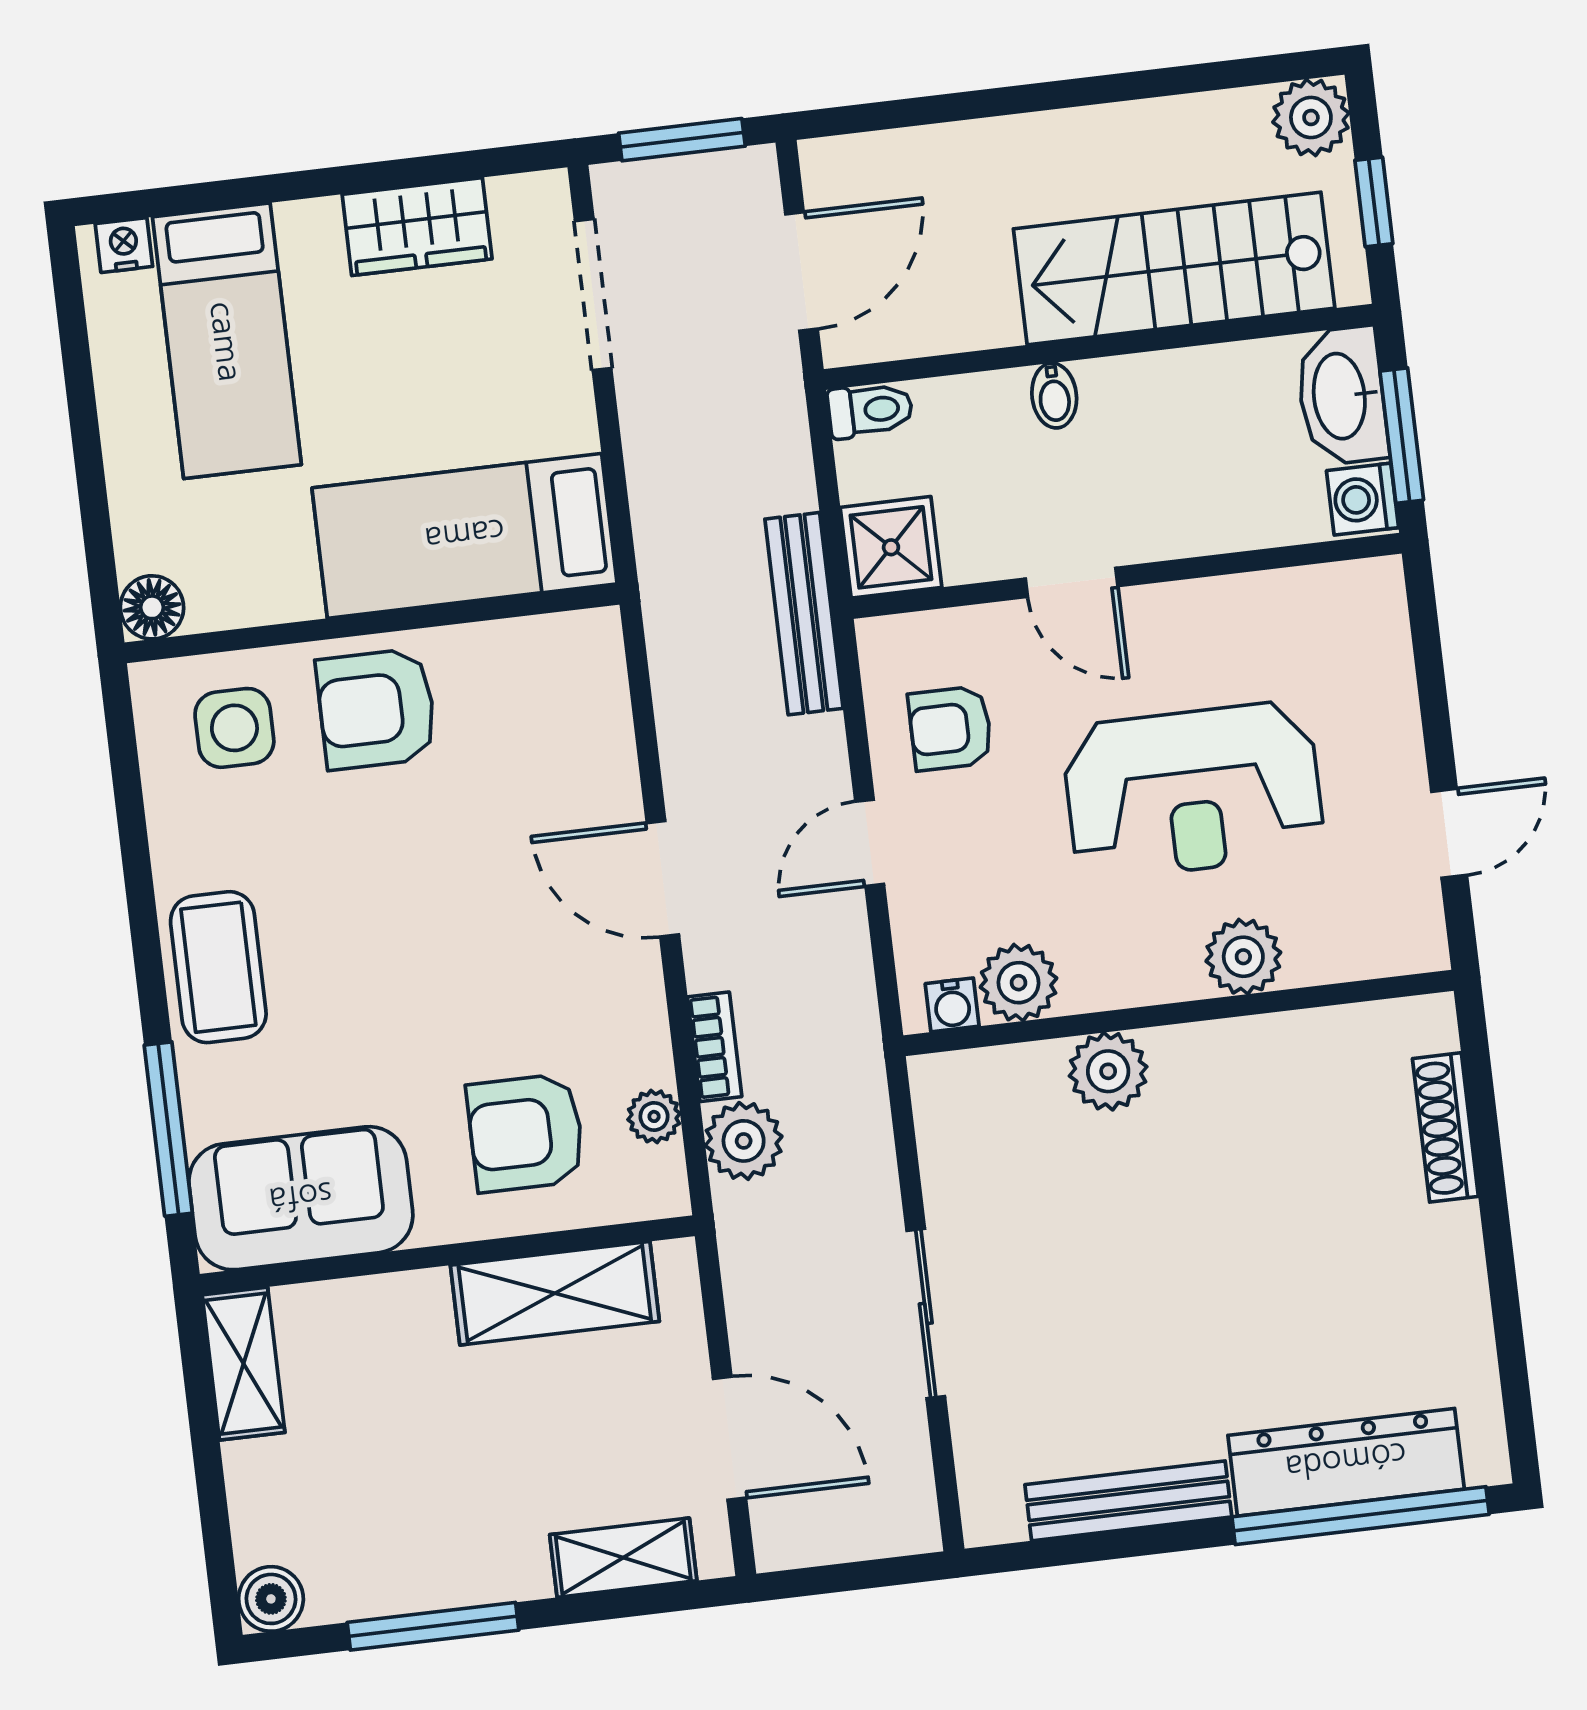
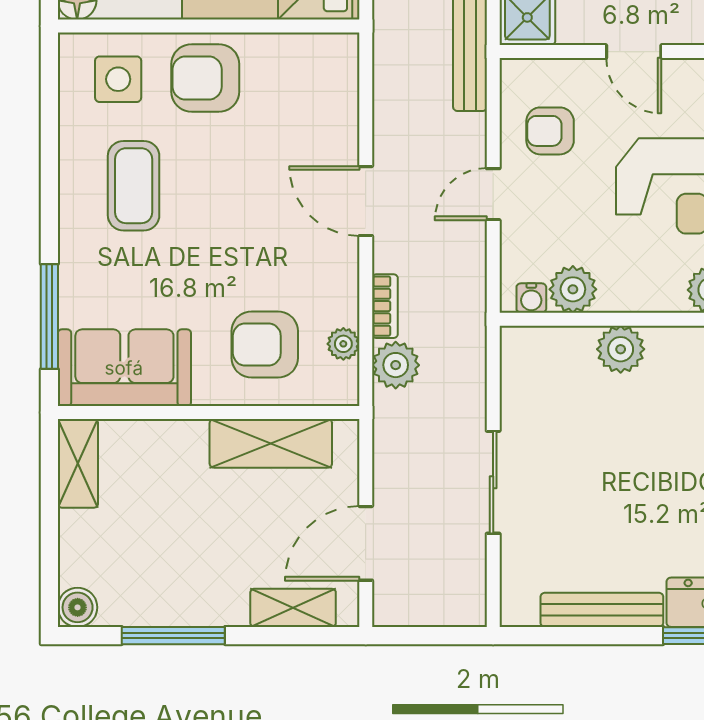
coffee table: (218, 967) -> (134, 186), moved
door: (729, 1438) -> (366, 543), swing flipped

